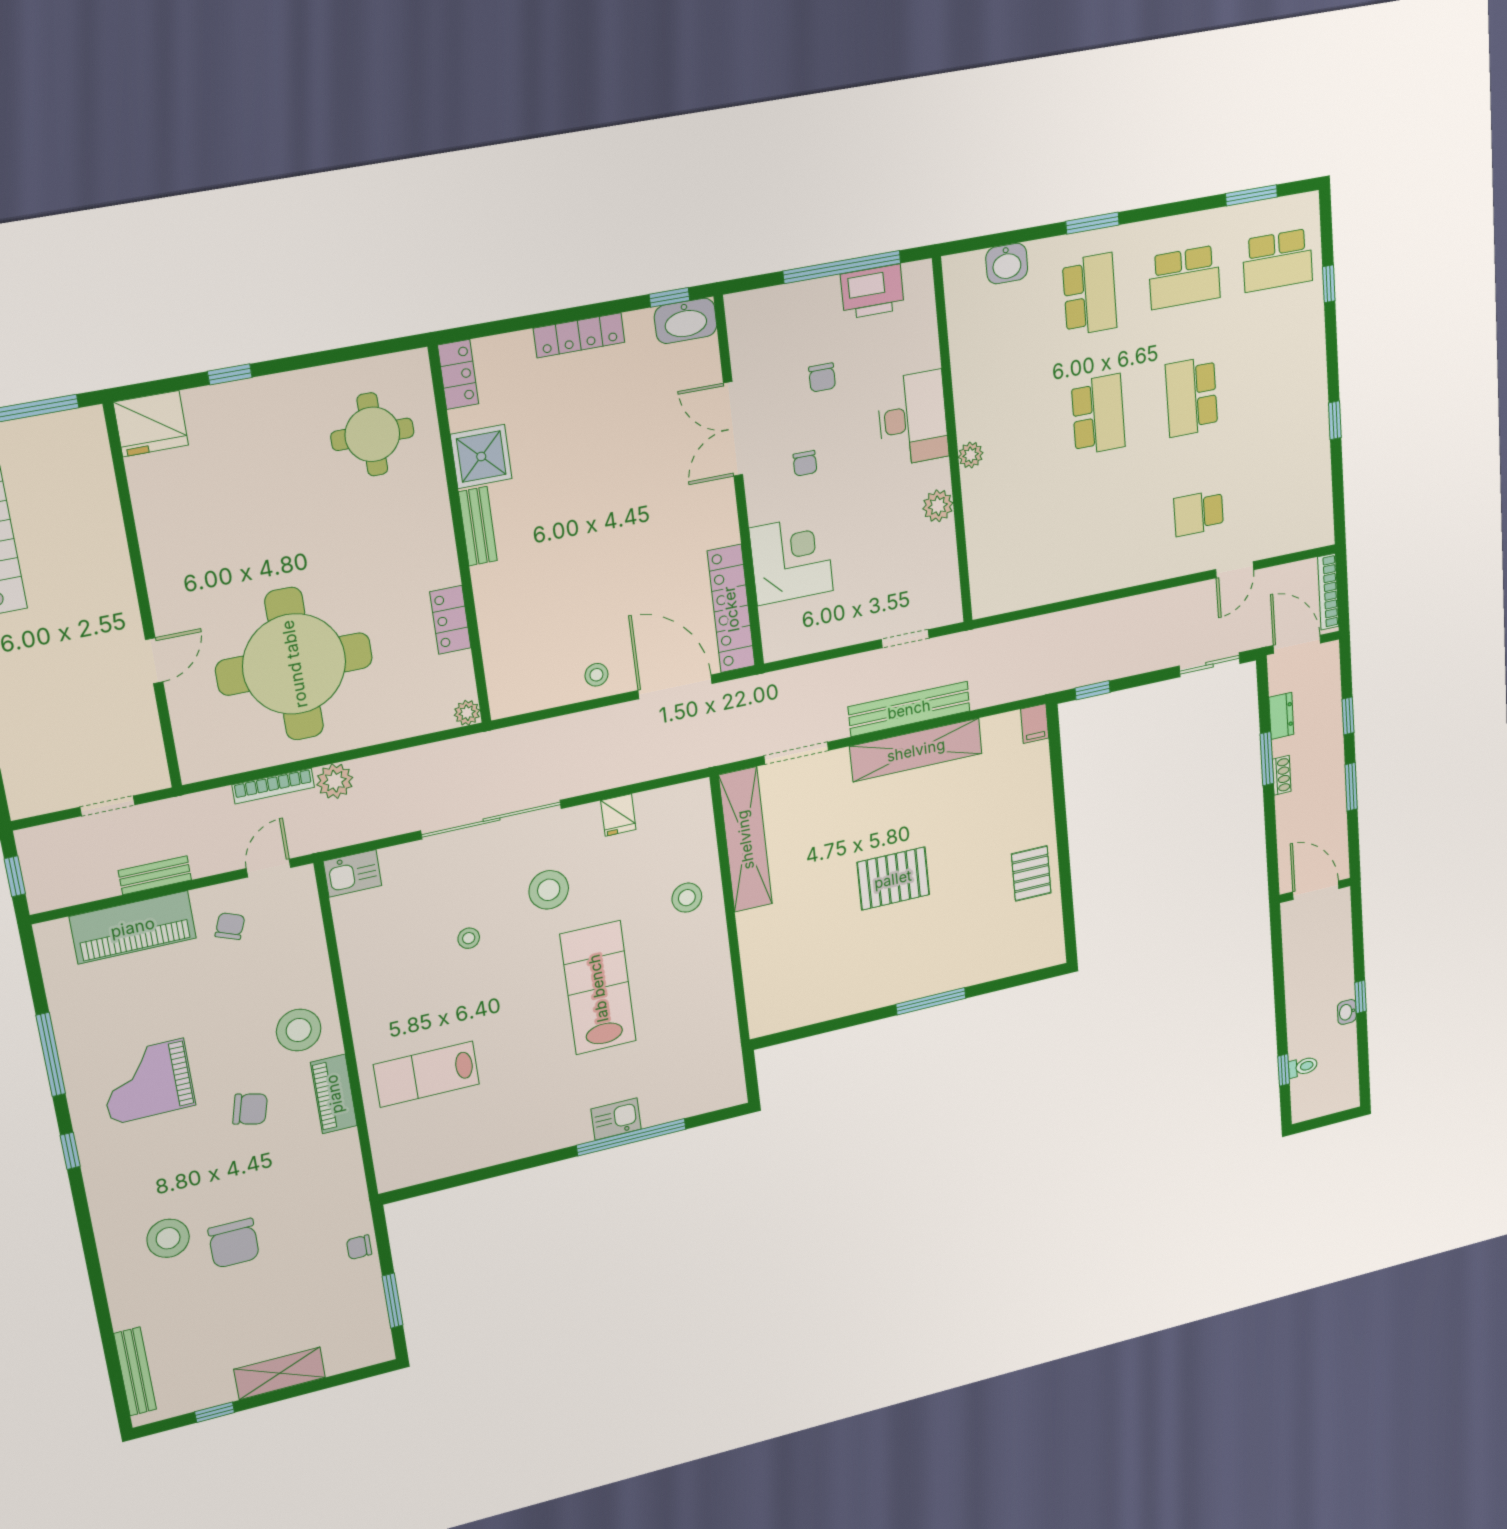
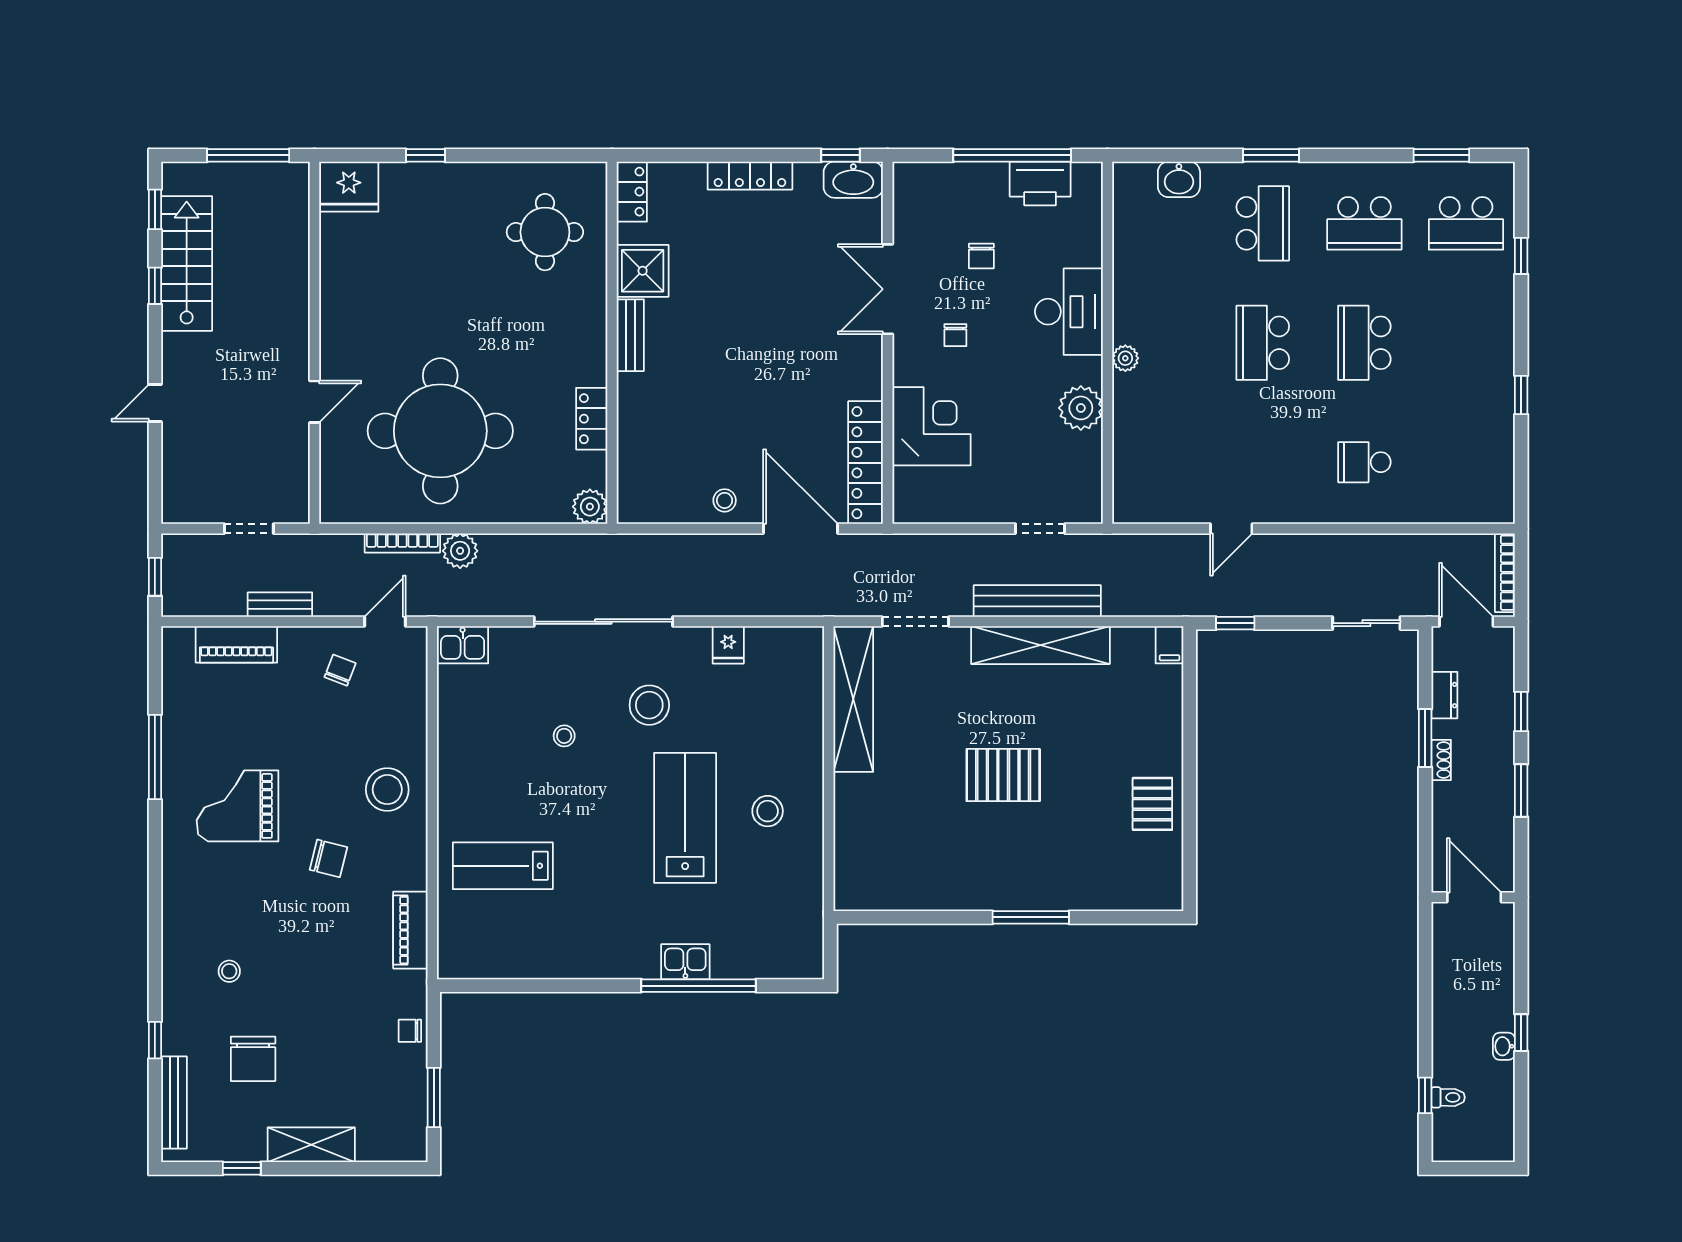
school desk: (1098, 415) -> (1263, 343), turned 180
plant: (938, 506) -> (1081, 408), width x1.36, depth x1.36
door: (1235, 570) -> (1231, 529), moved
plant: (467, 713) -> (590, 507), width x1.38, depth x1.38
stool: (687, 898) -> (768, 811), moved
piano: (133, 927) -> (236, 644), width x0.73, depth x0.75
piano: (334, 1094) -> (410, 930), moved
window: (70, 1151) -> (155, 1040), moved
stool: (168, 1238) -> (229, 971), width x0.53, depth x0.53
chair: (234, 1243) -> (253, 1059), moved

